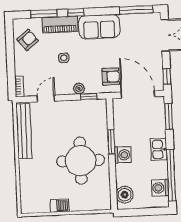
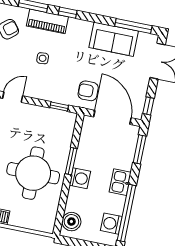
sofa: (99, 27) -> (114, 39), moved
armchair: (111, 77) -> (88, 91), turned 180
plant: (79, 88) -> (51, 95), removed

